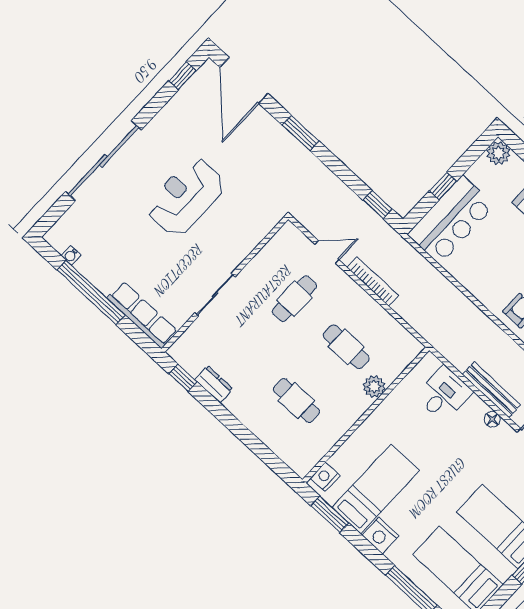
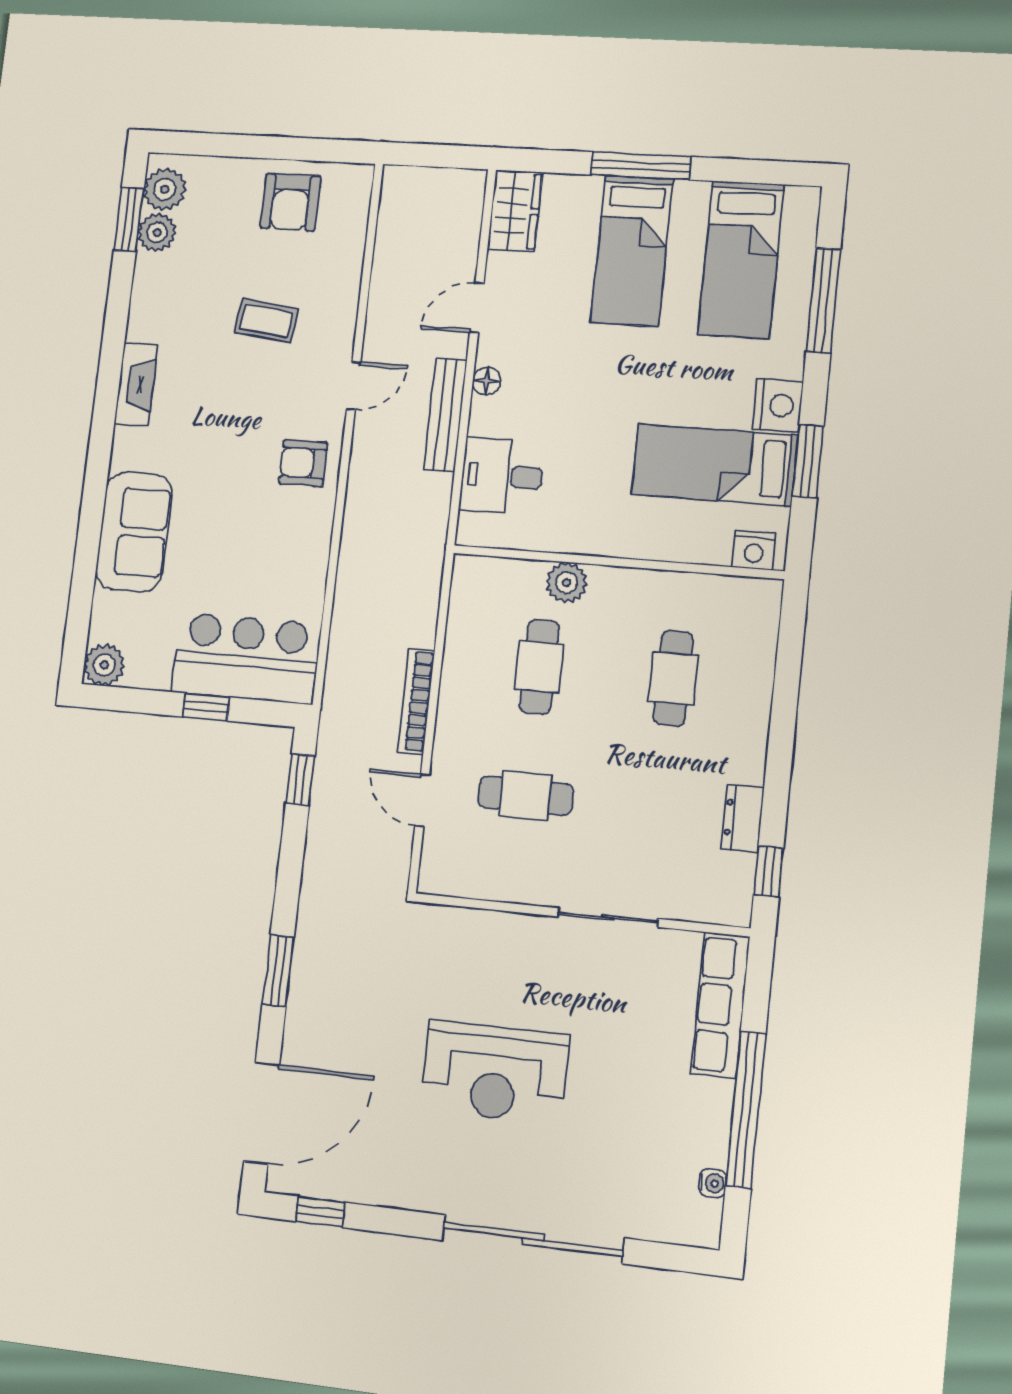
window: (330, 514) -> (808, 461), moved

